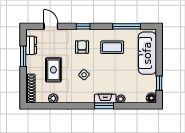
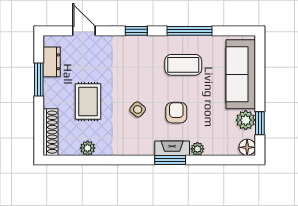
window: (127, 26) -> (190, 31), moved
armchair: (82, 47) -> (176, 113), moved
plant: (150, 81) -> (246, 120), added

